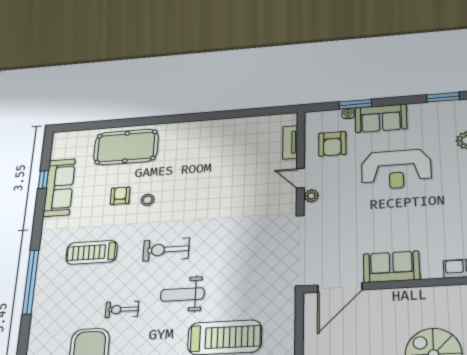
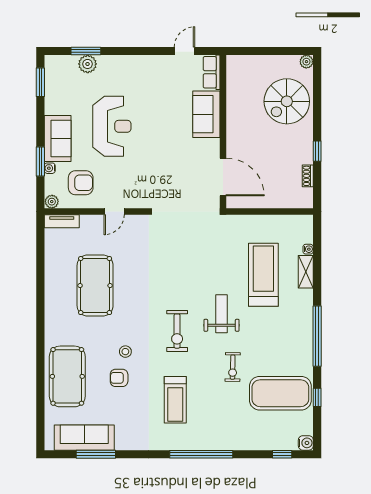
tv unit: (290, 142) -> (62, 221), moved
pool table: (220, 166) -> (95, 286), added
window: (43, 179) -> (96, 454), width x2.17
sofa: (59, 187) -> (84, 438), moved
plant: (311, 196) -> (52, 202), moved
sofa: (391, 267) -> (206, 114), moved
weight bench: (182, 294) -> (221, 314), turned 180

